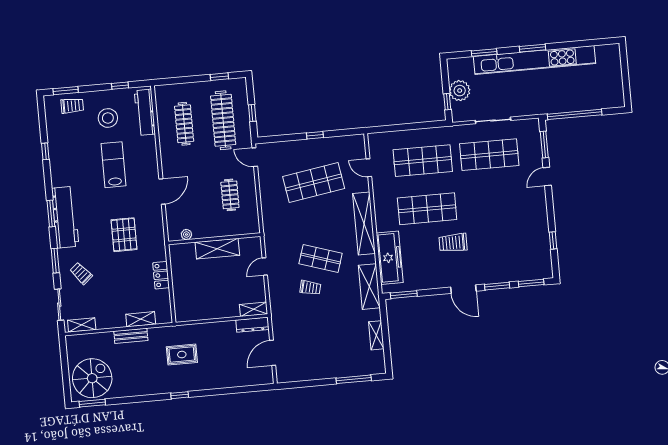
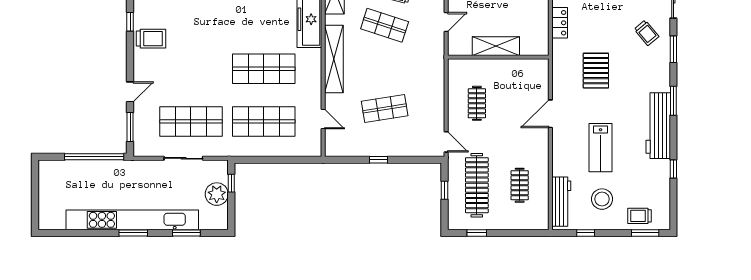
clothes rail: (184, 124) -> (520, 185), width x0.73
shop shelf: (314, 183) -> (385, 108), width x0.70, depth x0.74
workbench: (65, 217) -> (658, 126), moved
plant: (186, 234) -> (528, 65), removed
trolley: (453, 243) -> (151, 39), moved

